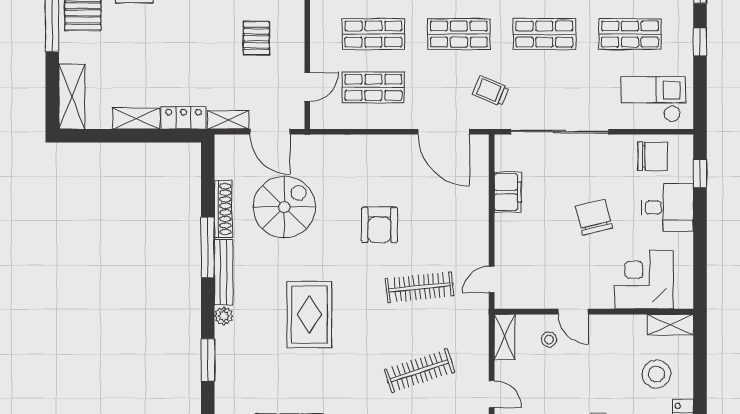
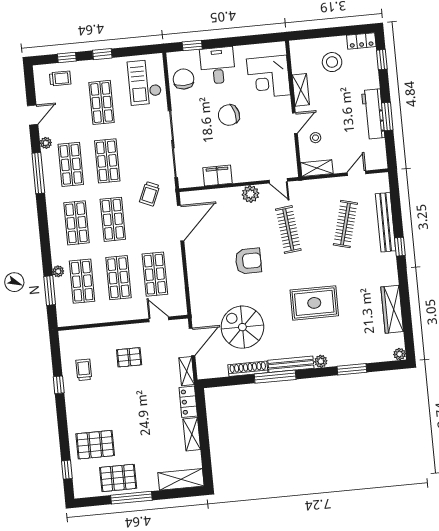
plant: (476, 237) -> (250, 194), added
shelving: (670, 325) -> (301, 90), moved
clothes rail: (419, 371) -> (345, 224), turned 33

